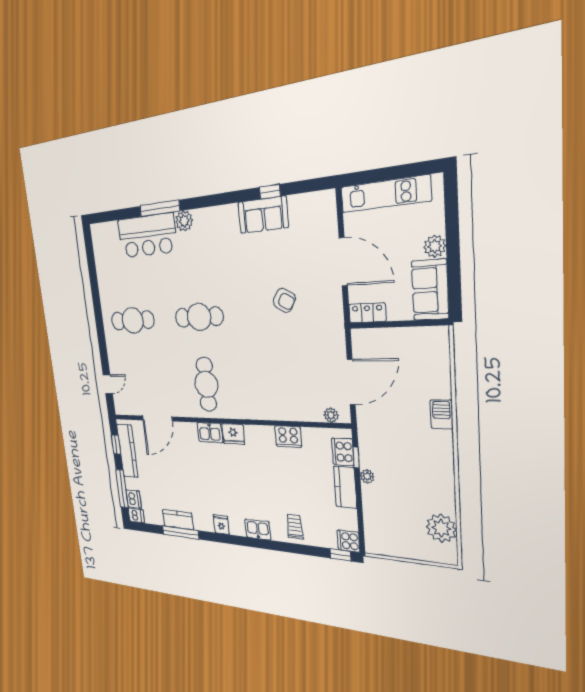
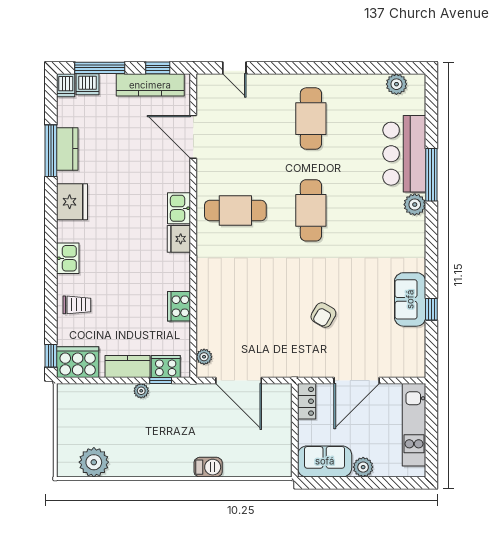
plant: (100, 249) -> (396, 84), added
fridge: (221, 525) -> (72, 202), width x1.88, depth x1.34
cooker: (348, 541) -> (78, 362), width x1.87, depth x1.31

